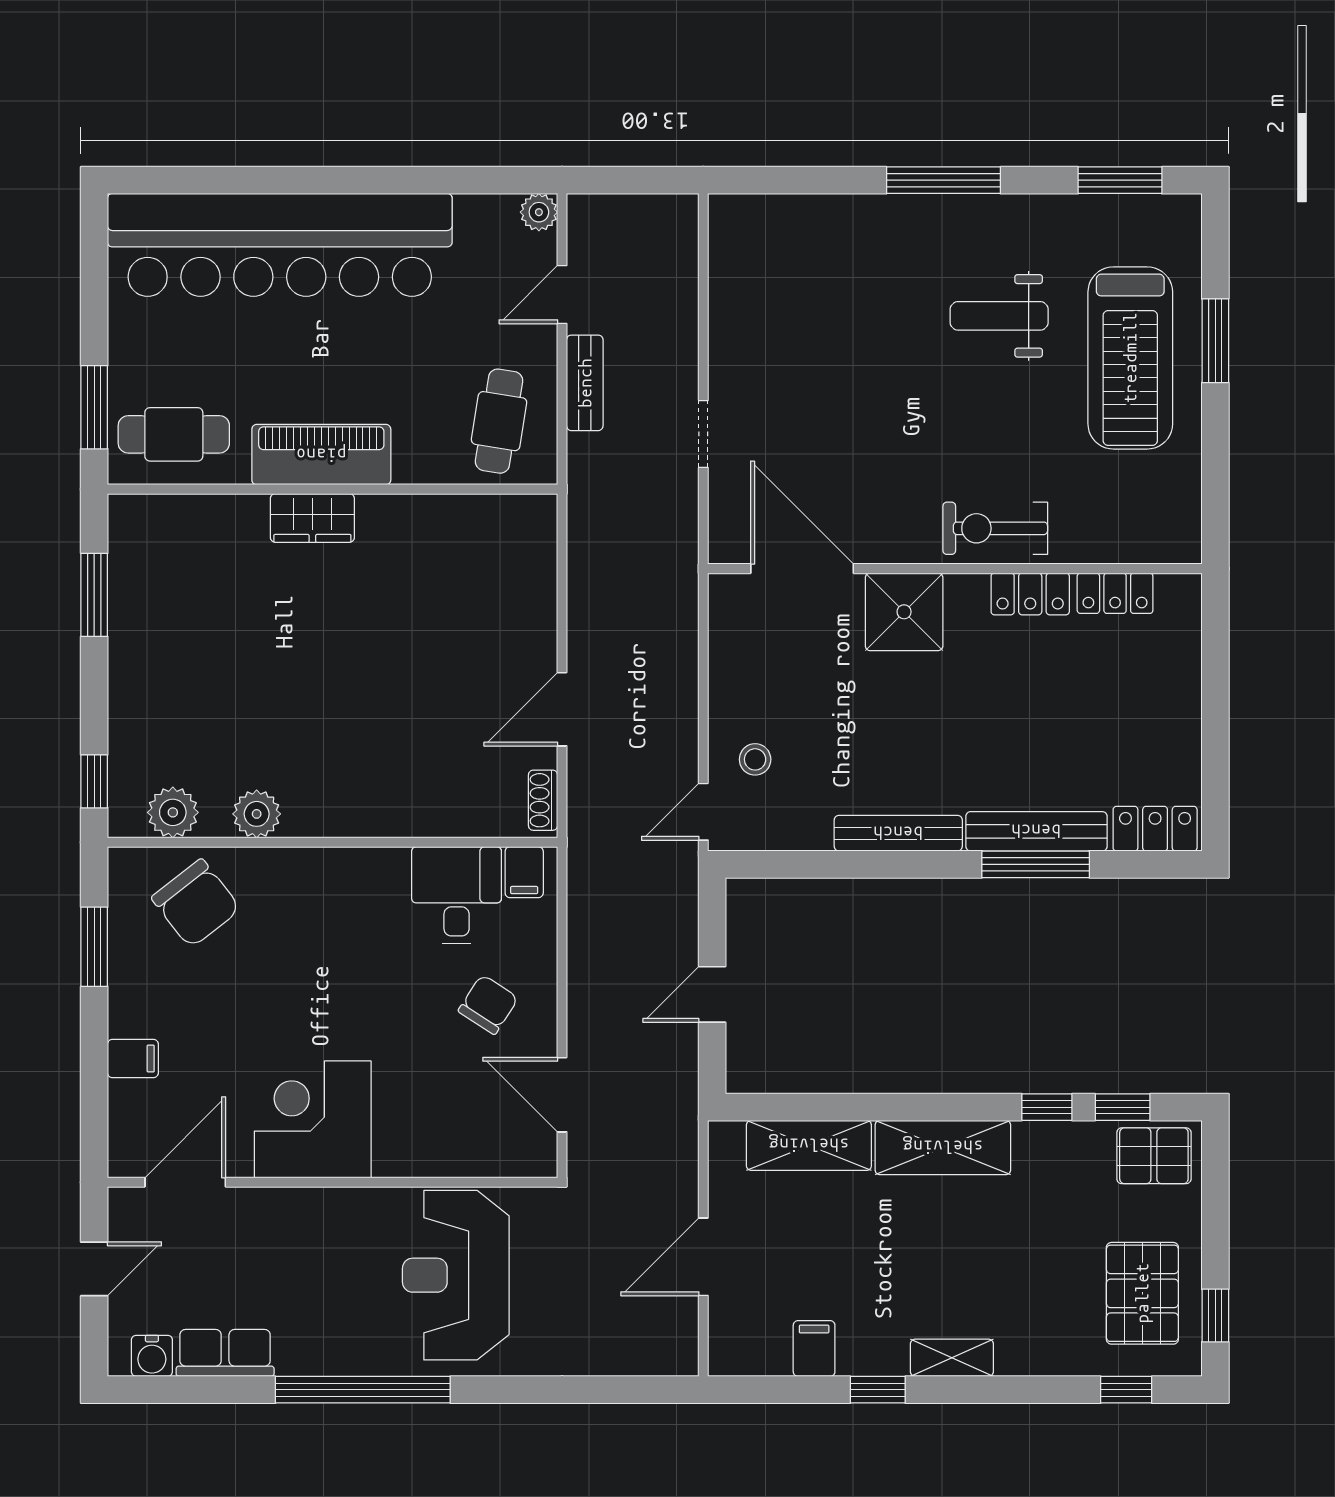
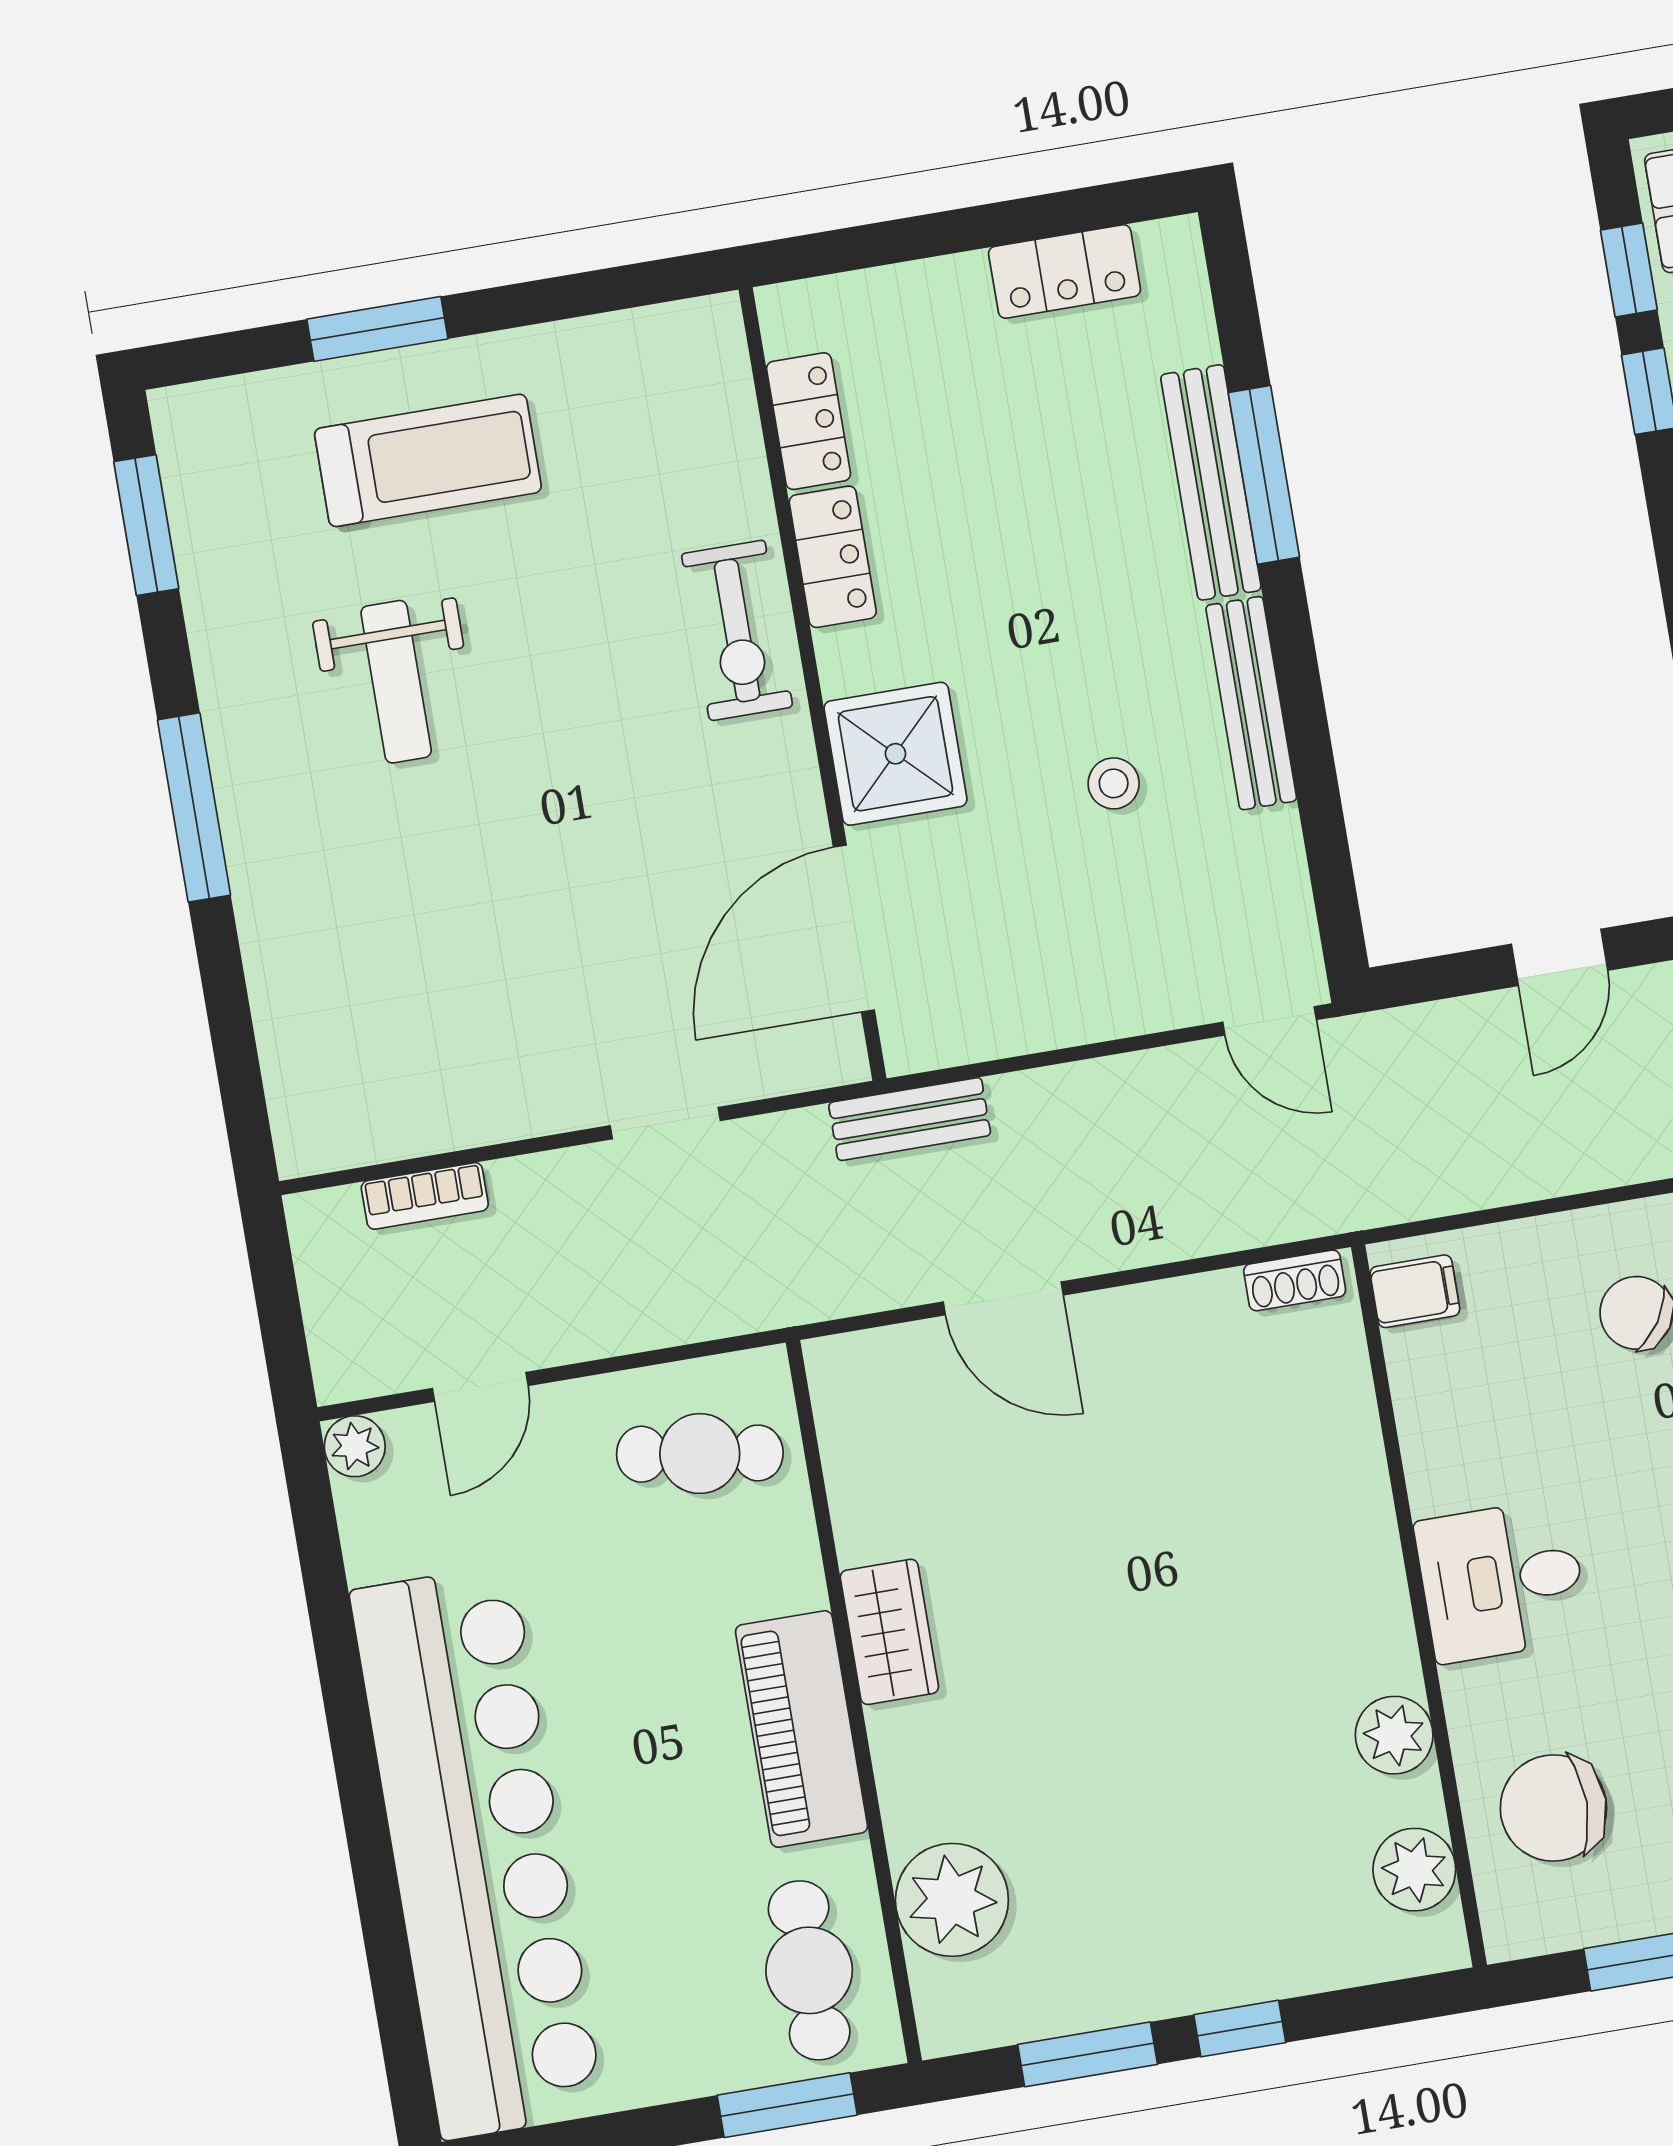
bookcase: (684, 280) -> (425, 1196), added
door: (562, 295) -> (480, 1387), hinge flipped
treadmill: (1130, 358) -> (428, 460), width x0.73, depth x0.73
bench: (585, 383) -> (910, 1119), moved
wardrobe: (312, 518) -> (889, 1632), moved
plant: (202, 528) -> (952, 1900), added
door: (562, 709) -> (1003, 1298), moved
stool: (755, 759) -> (1114, 783), moved
window: (94, 781) -> (1240, 2029), moved
locker: (1155, 829) -> (1065, 271), moved, turned -90
desk: (457, 895) -> (1502, 1581), moved
chair: (196, 903) -> (1553, 1808), turned -142
door: (712, 994) -> (1560, 957), hinge flipped

